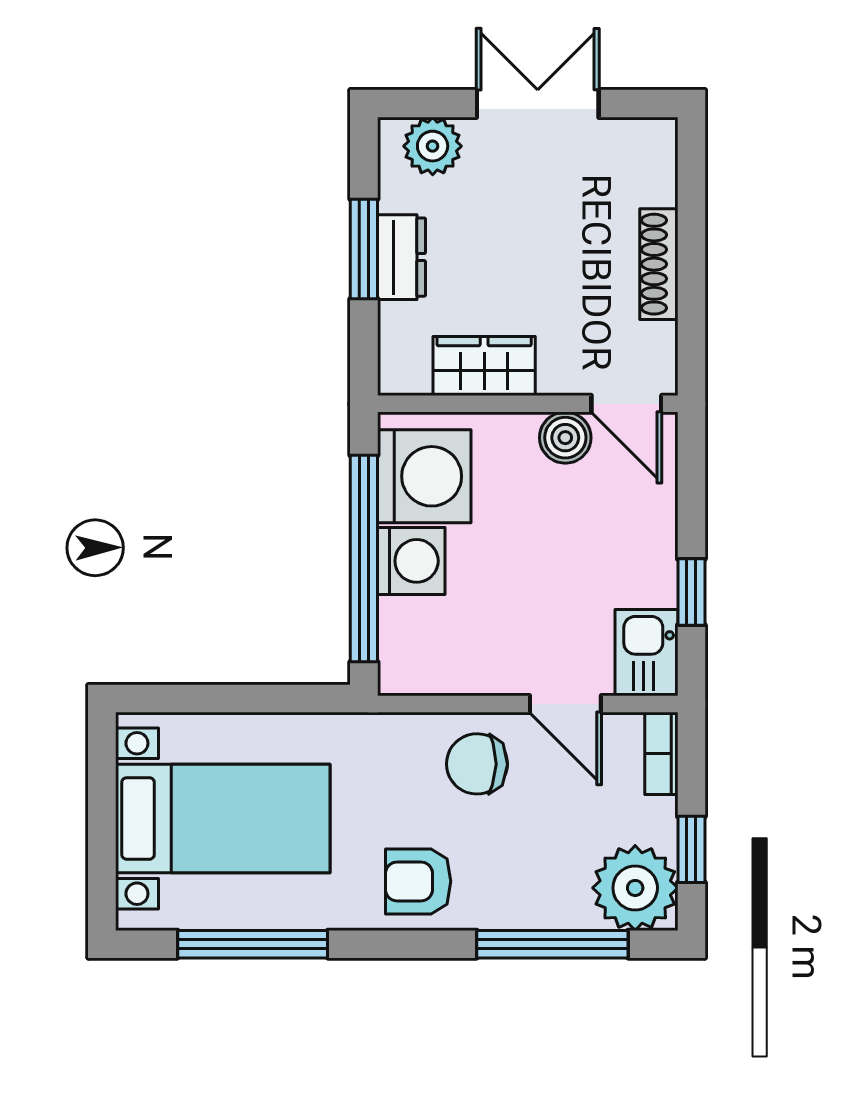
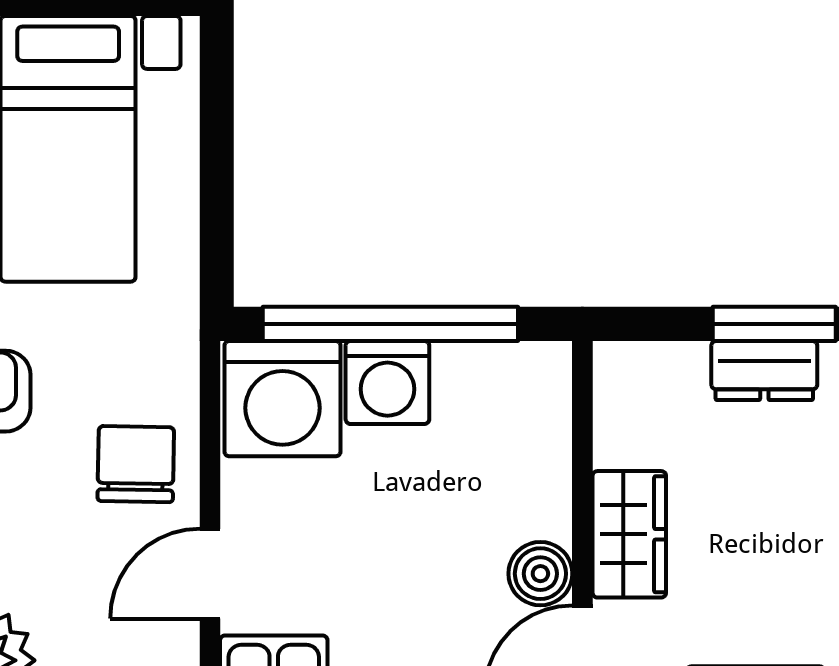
wardrobe: (484, 366) -> (629, 534), moved
washing machine: (424, 476) -> (282, 399), moved

